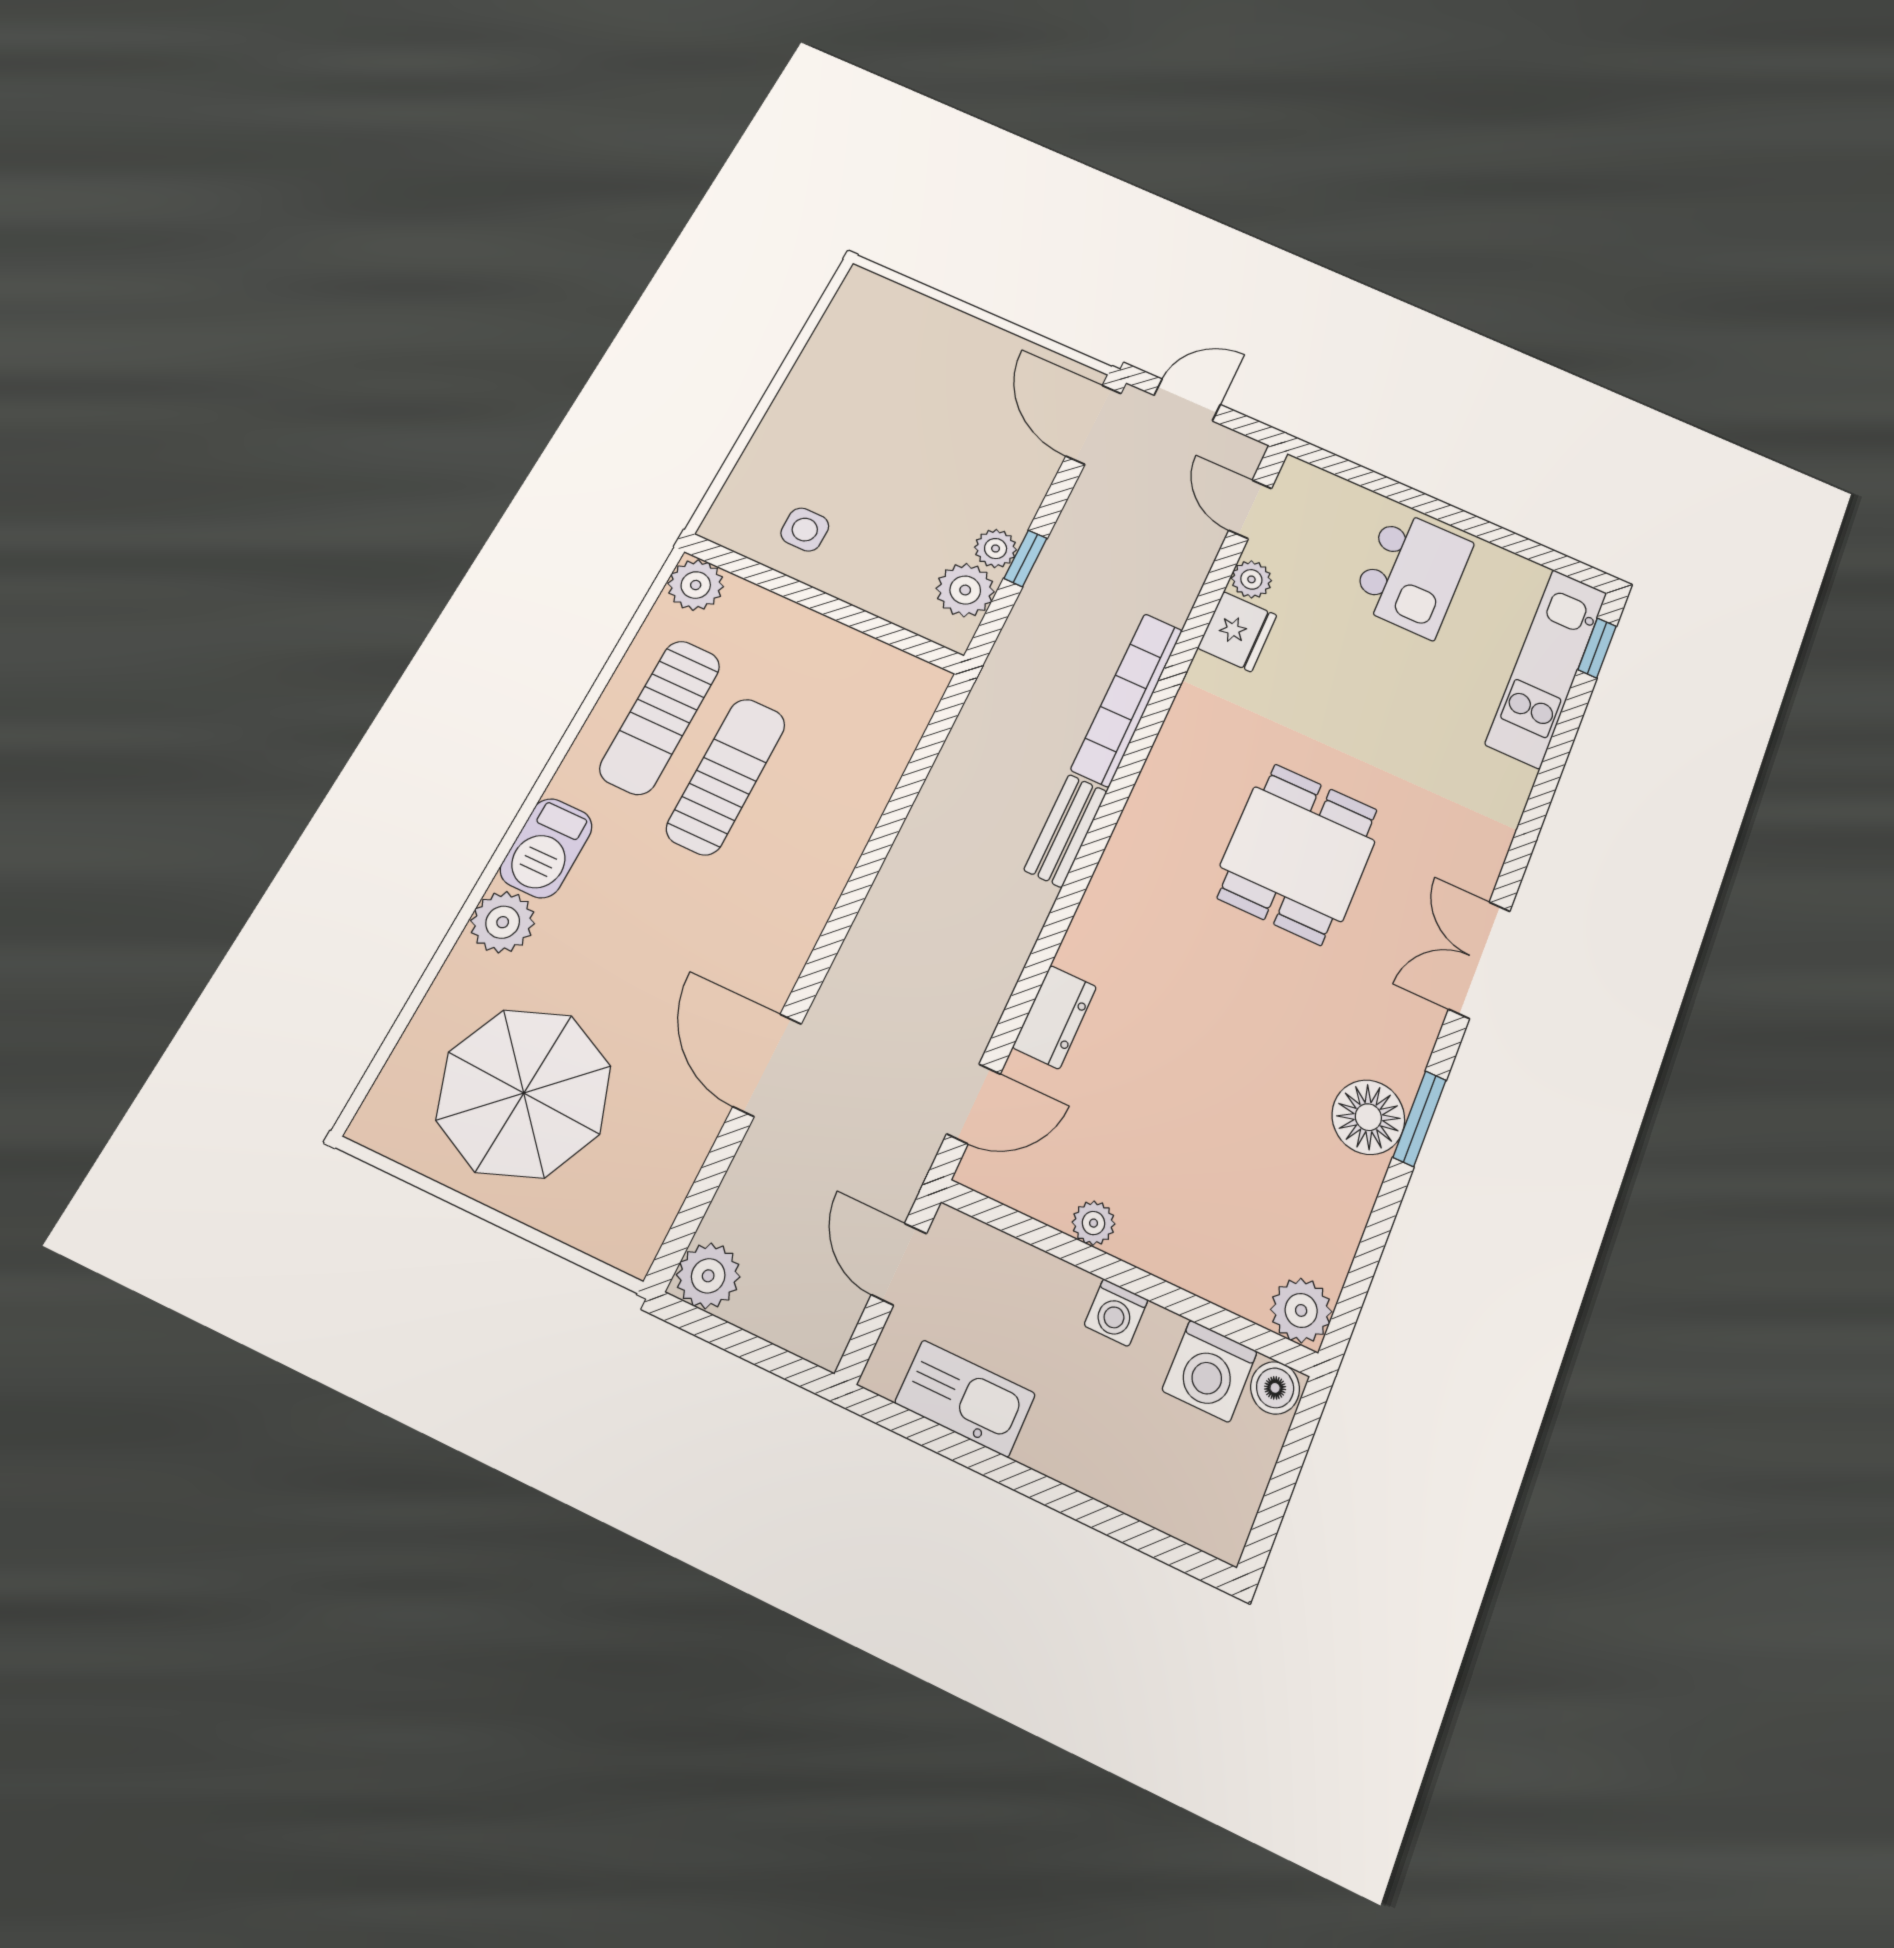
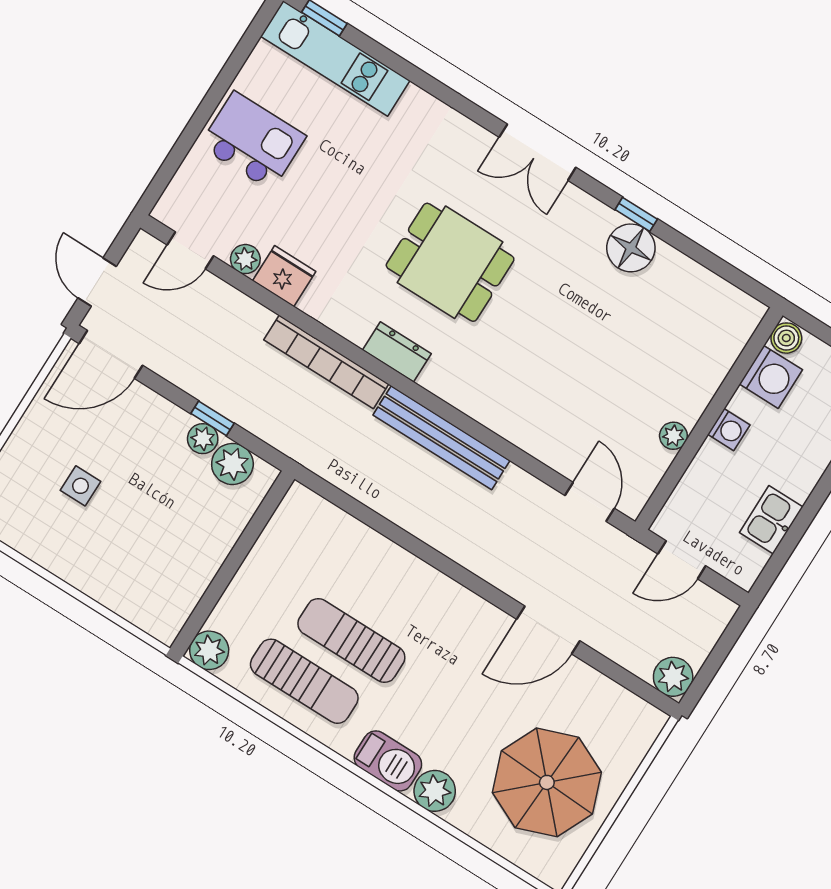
side table: (805, 530) -> (81, 486), moved
bench: (1066, 831) -> (441, 438), width x1.86, depth x1.21
dresser: (1055, 1017) -> (397, 352), moved
window: (1420, 1119) -> (636, 214), width x0.67
plant: (1301, 1310) -> (743, 314), removed
kitchen sink: (965, 1398) -> (771, 520), width x0.73

